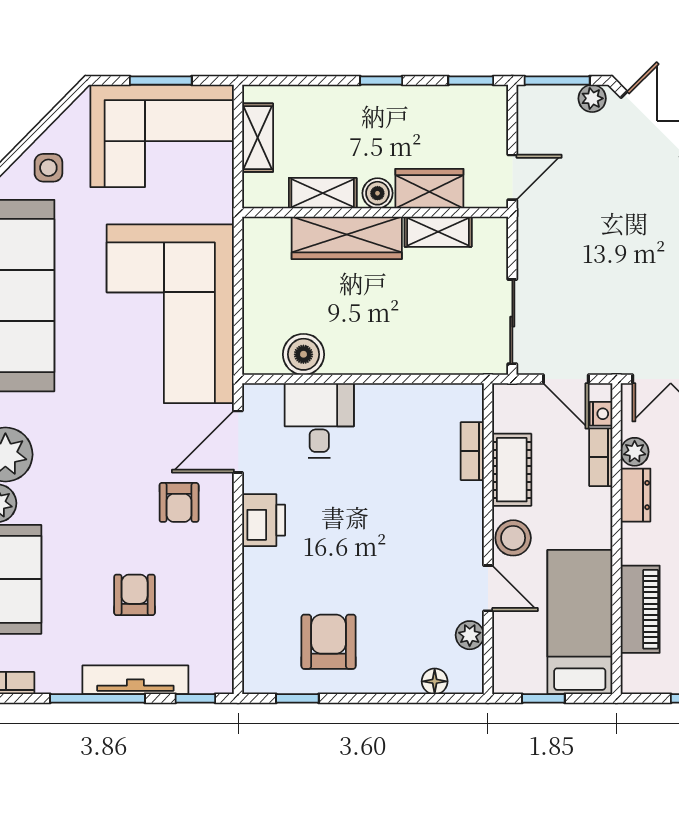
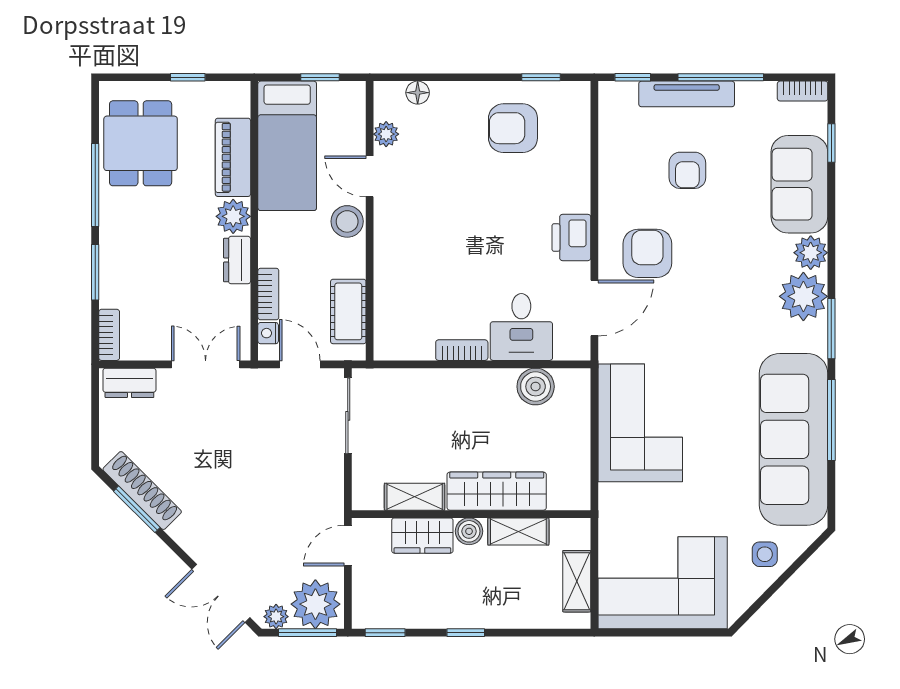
window: (161, 81) -> (664, 633), removed
plant: (548, 112) -> (315, 604), added
corner sofa: (170, 314) -> (640, 423), width x0.73, depth x0.74
bookcase: (472, 451) -> (462, 350), moved, turned -90
plant: (635, 452) -> (233, 216), moved, width x1.38, depth x1.38
cot: (512, 470) -> (348, 311), moved
armchair: (179, 502) -> (647, 253), width x1.38, depth x1.38
armchair: (329, 642) -> (513, 128), turned 90

